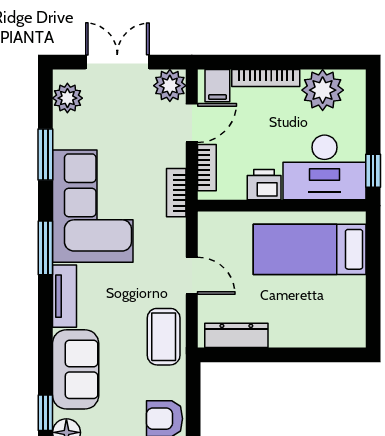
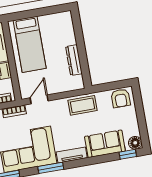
door: (192, 276) -> (39, 99), moved
dresser: (236, 335) -> (74, 60), moved

